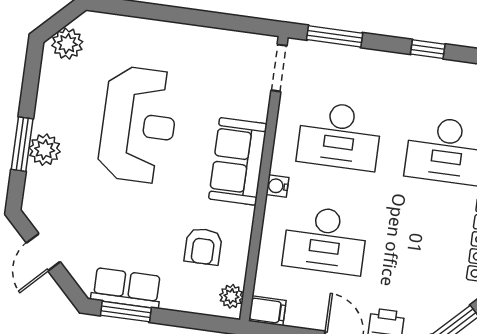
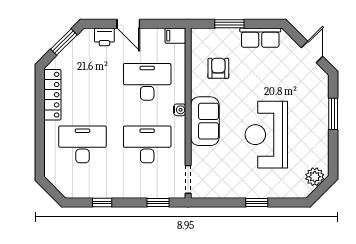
window: (170, 14) -> (257, 202), added
window: (335, 36) -> (158, 202), width x0.67
plant: (45, 150) -> (320, 113), removed
plant: (231, 296) -> (198, 41), removed
window: (126, 312) -> (229, 24), moved

